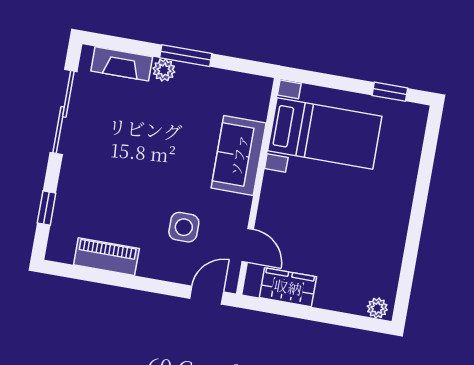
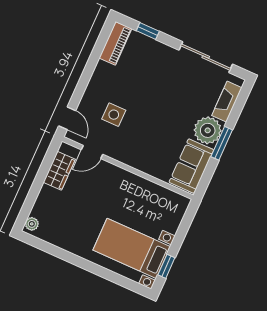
plant: (164, 70) -> (208, 130), width x1.87, depth x1.87
bed with nightstands: (325, 134) -> (132, 248), moved, turned 90
sofa: (239, 155) -> (191, 166), moved, turned -90
piano: (106, 257) -> (115, 43), moved

